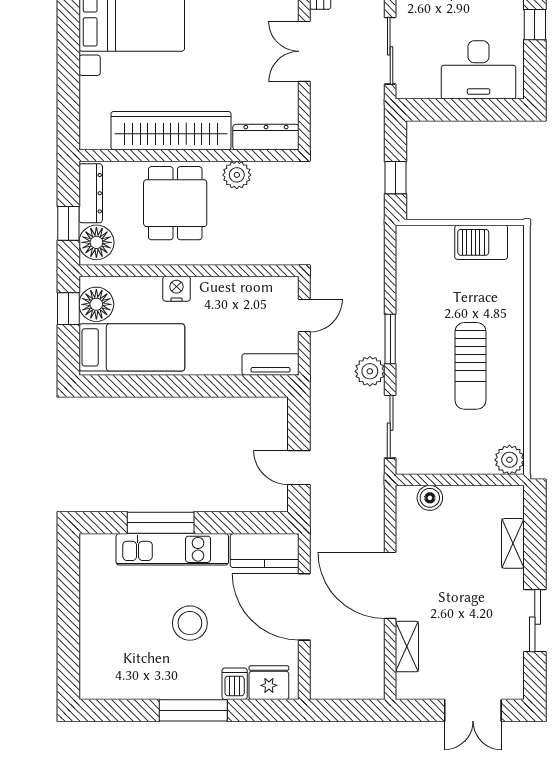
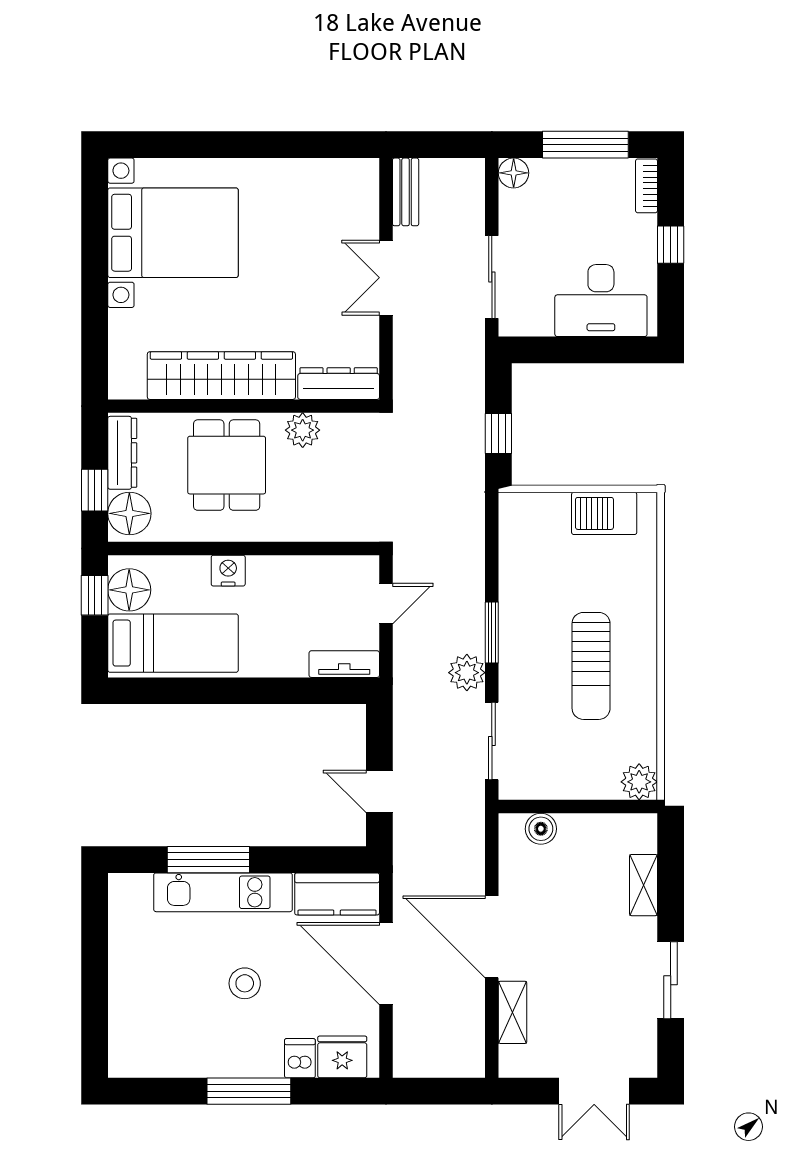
stool: (190, 623) -> (245, 983), width x0.73, depth x0.73

